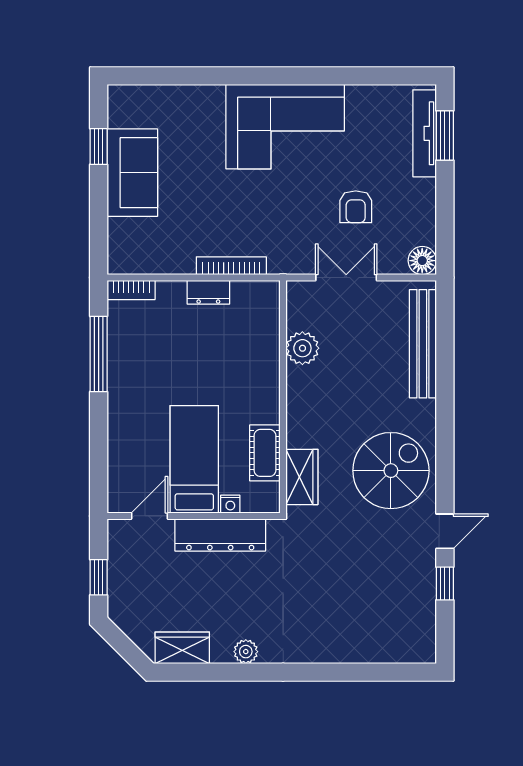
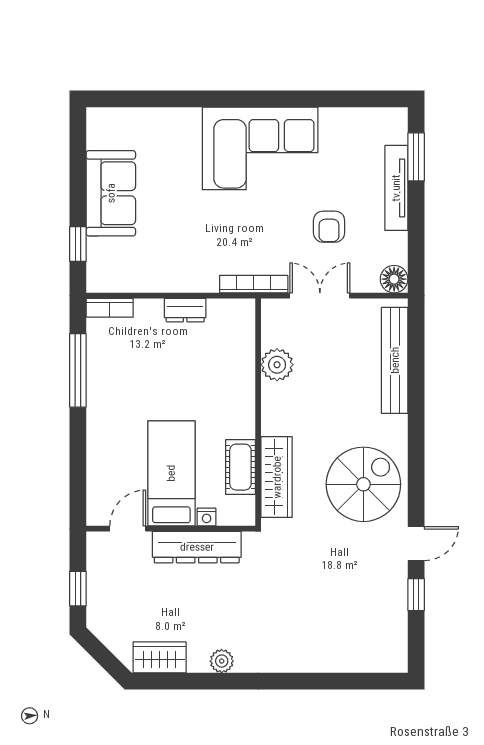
tv unit: (425, 133) -> (396, 188), moved
window: (99, 146) -> (78, 244), moved
bookcase: (231, 266) -> (254, 284), moved
wardrobe: (302, 477) -> (277, 477), width x1.50

